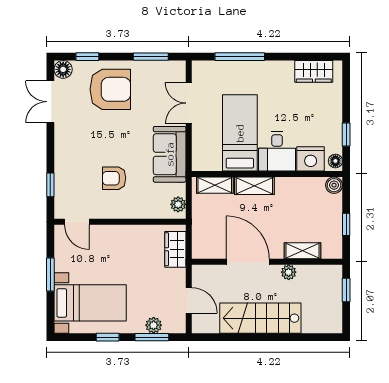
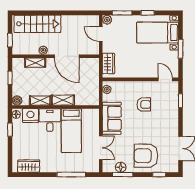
floor lamp: (63, 69) -> (121, 167), moved
shelving: (215, 185) -> (40, 101), moved
stairs: (260, 318) -> (37, 24), moved
plant: (154, 325) -> (107, 20), moved

